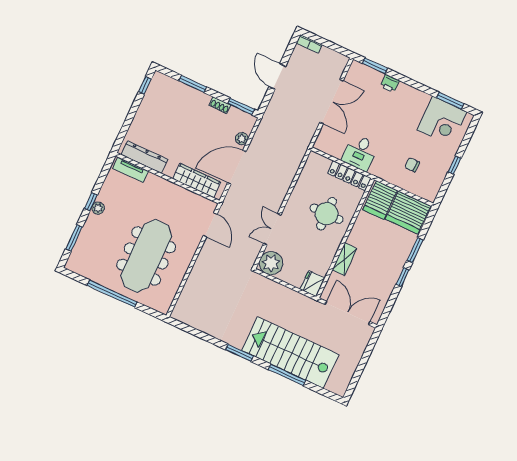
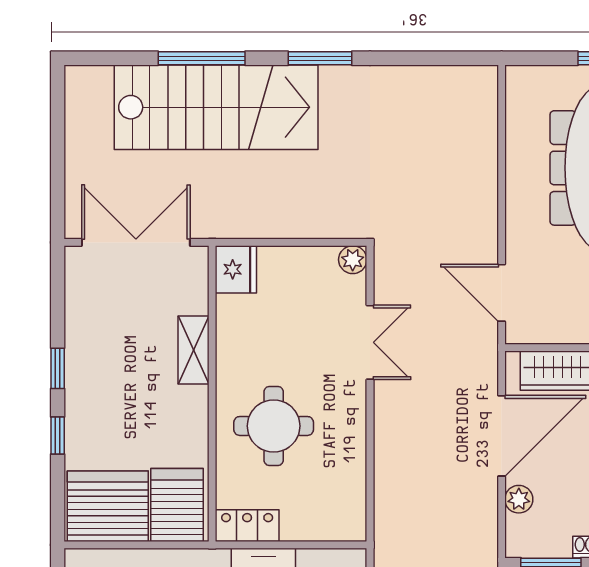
locker: (349, 176) -> (247, 526), width x0.66
window: (415, 250) -> (58, 436), width x0.67
plant: (271, 263) -> (353, 260), width x0.53, depth x0.53
double door: (348, 313) -> (136, 242), swing flipped

